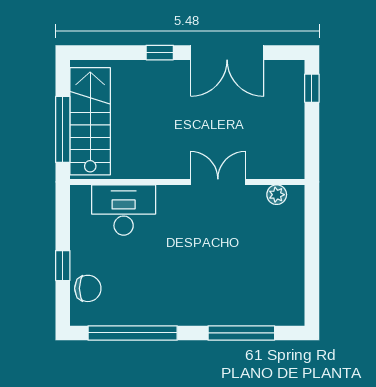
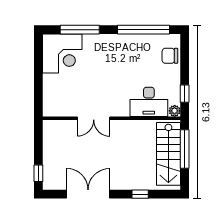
window: (160, 53) -> (140, 194), moved
plant: (277, 195) -> (175, 111), moved
window: (63, 266) -> (185, 94), moved
corner desk: (271, 292) -> (62, 53), added

